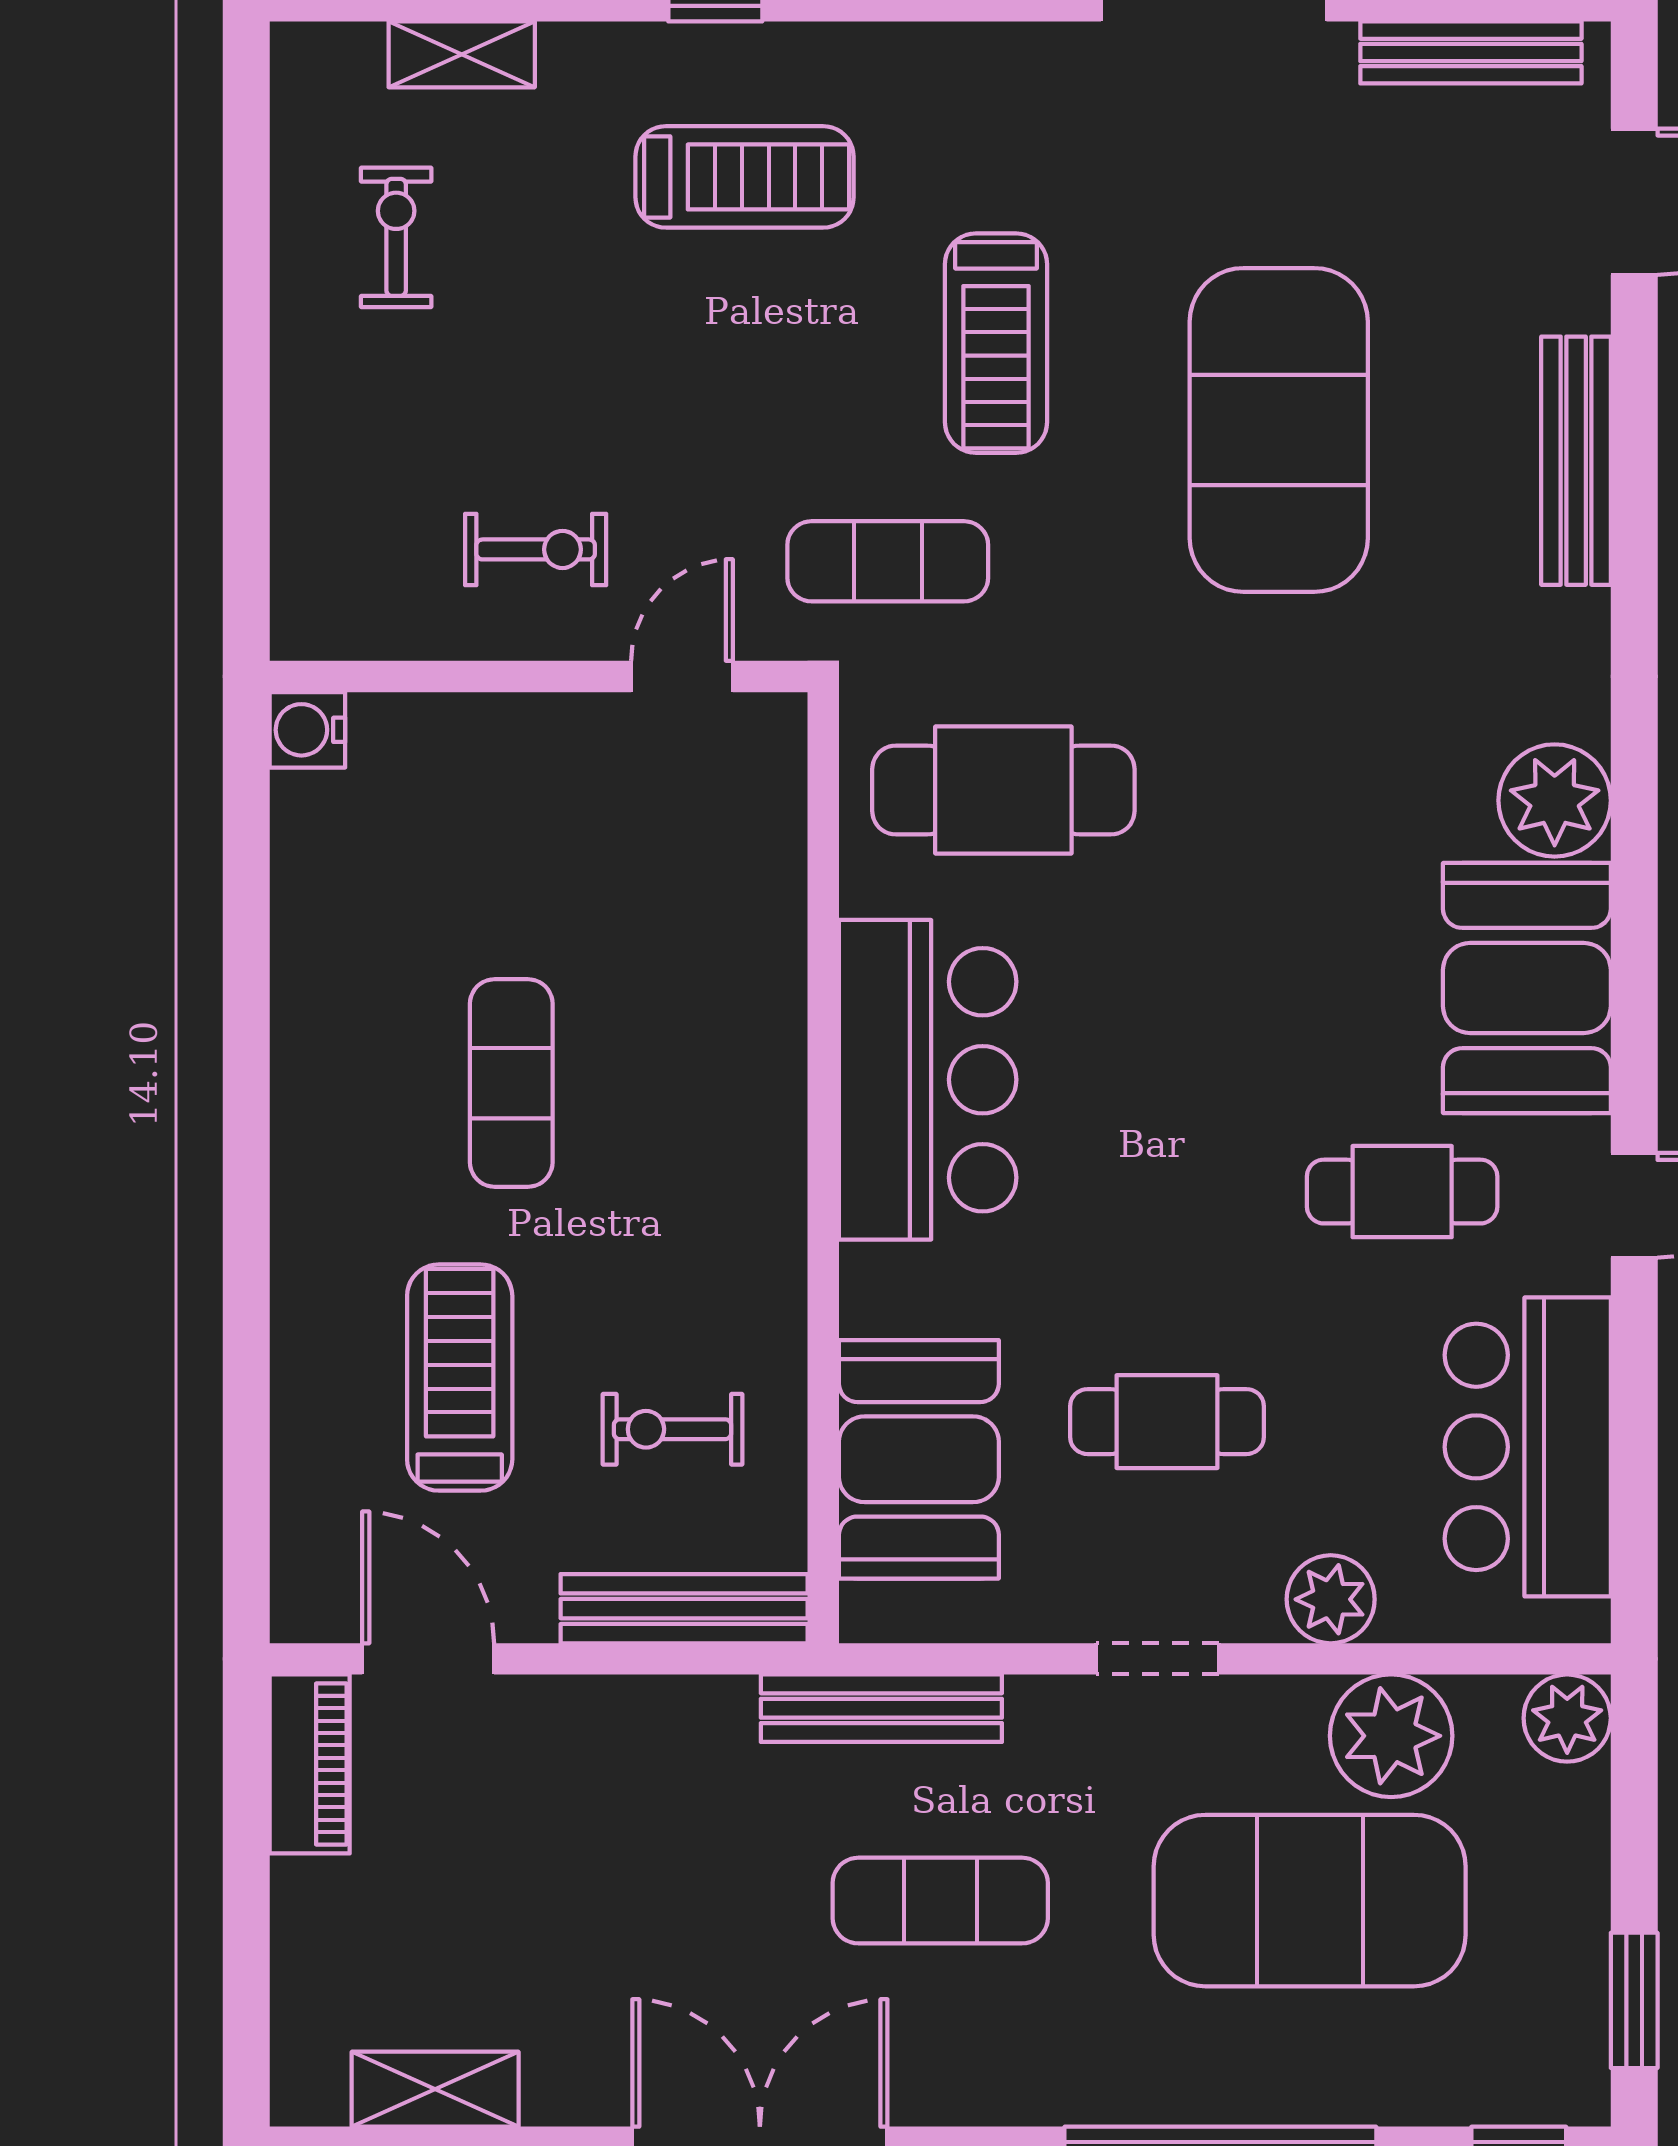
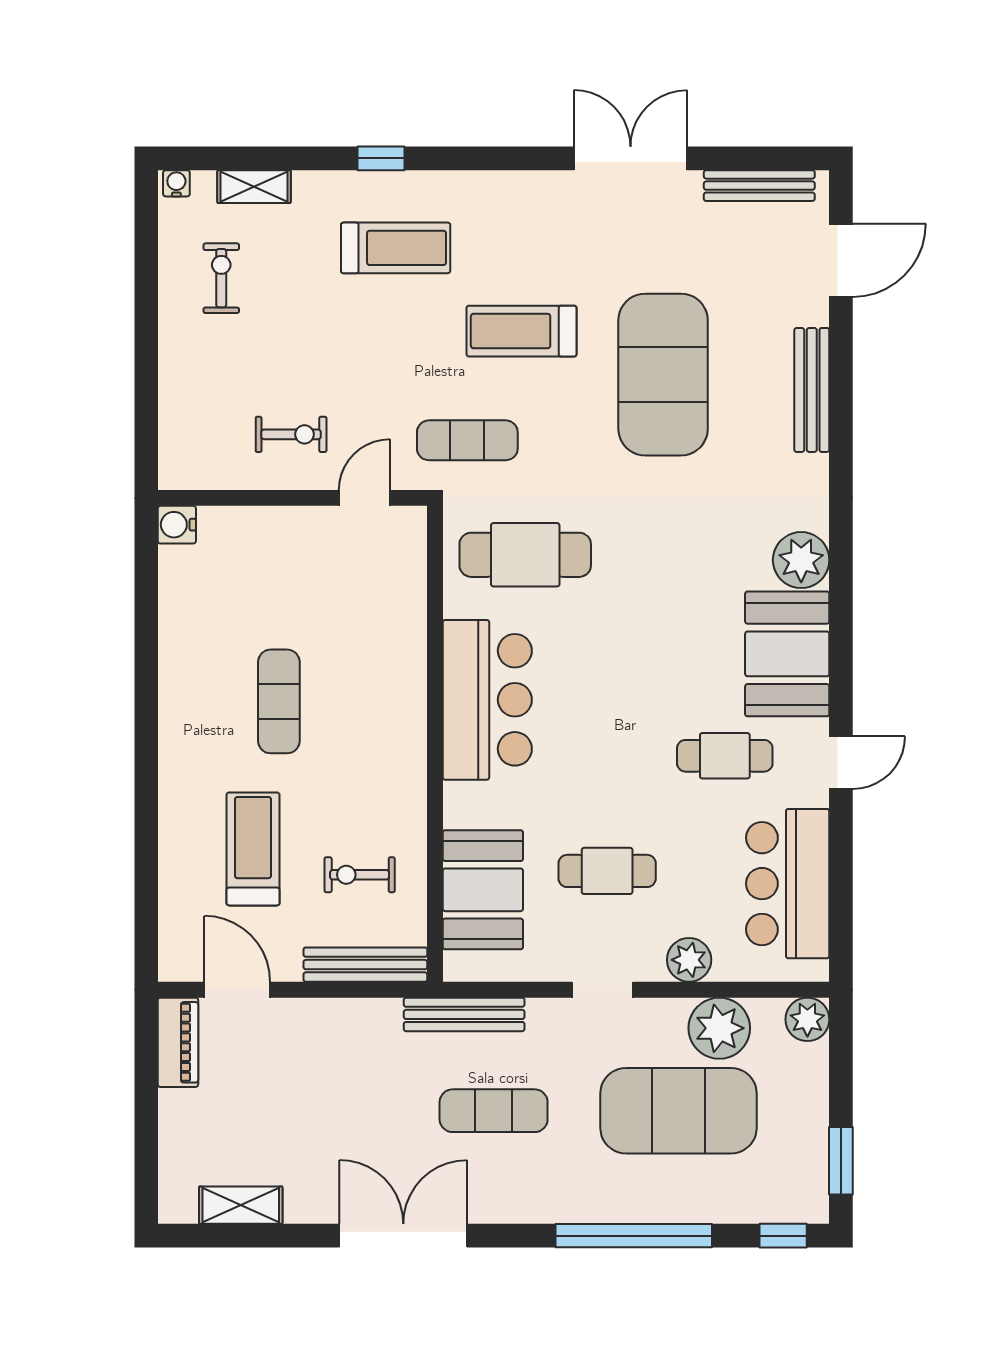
water cooler: (307, 48) -> (176, 183), added
treadmill: (996, 343) -> (522, 331), turned 90

